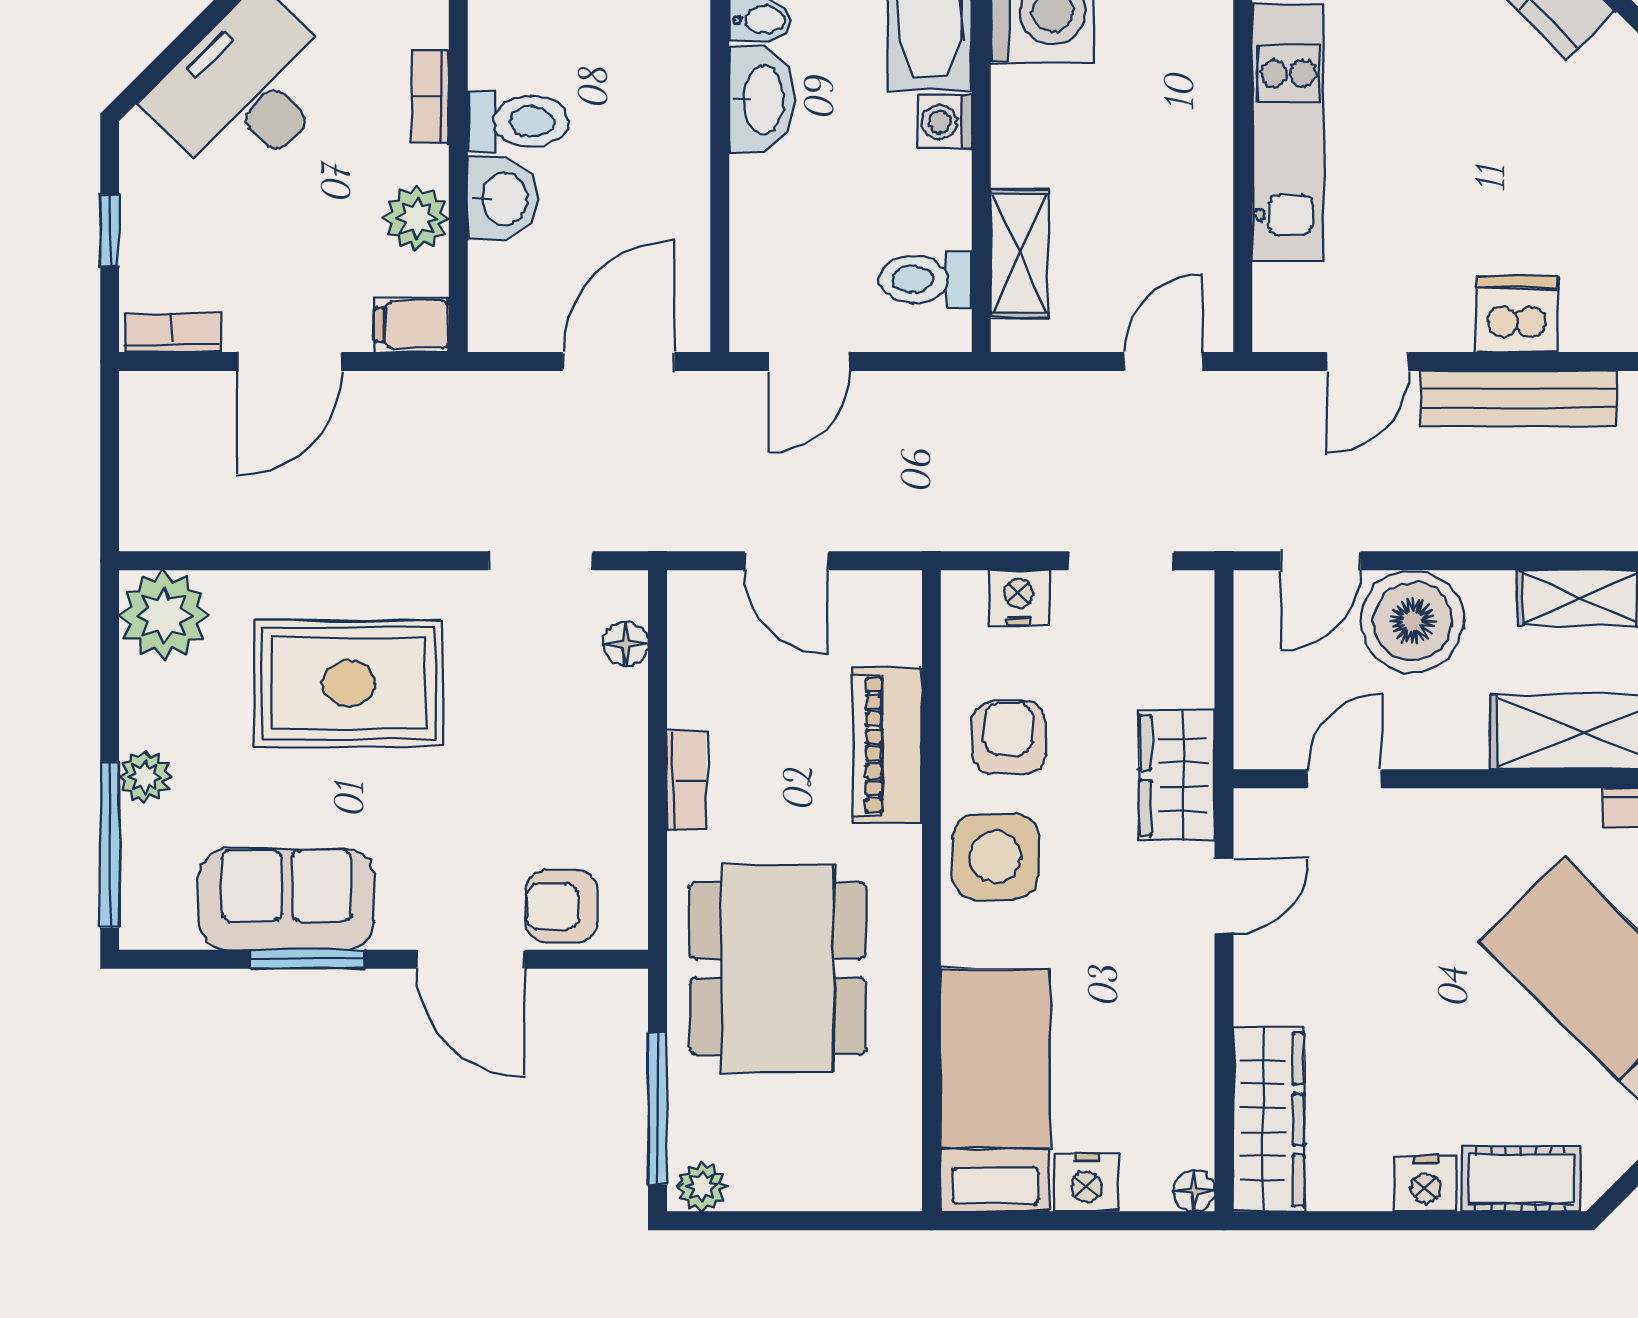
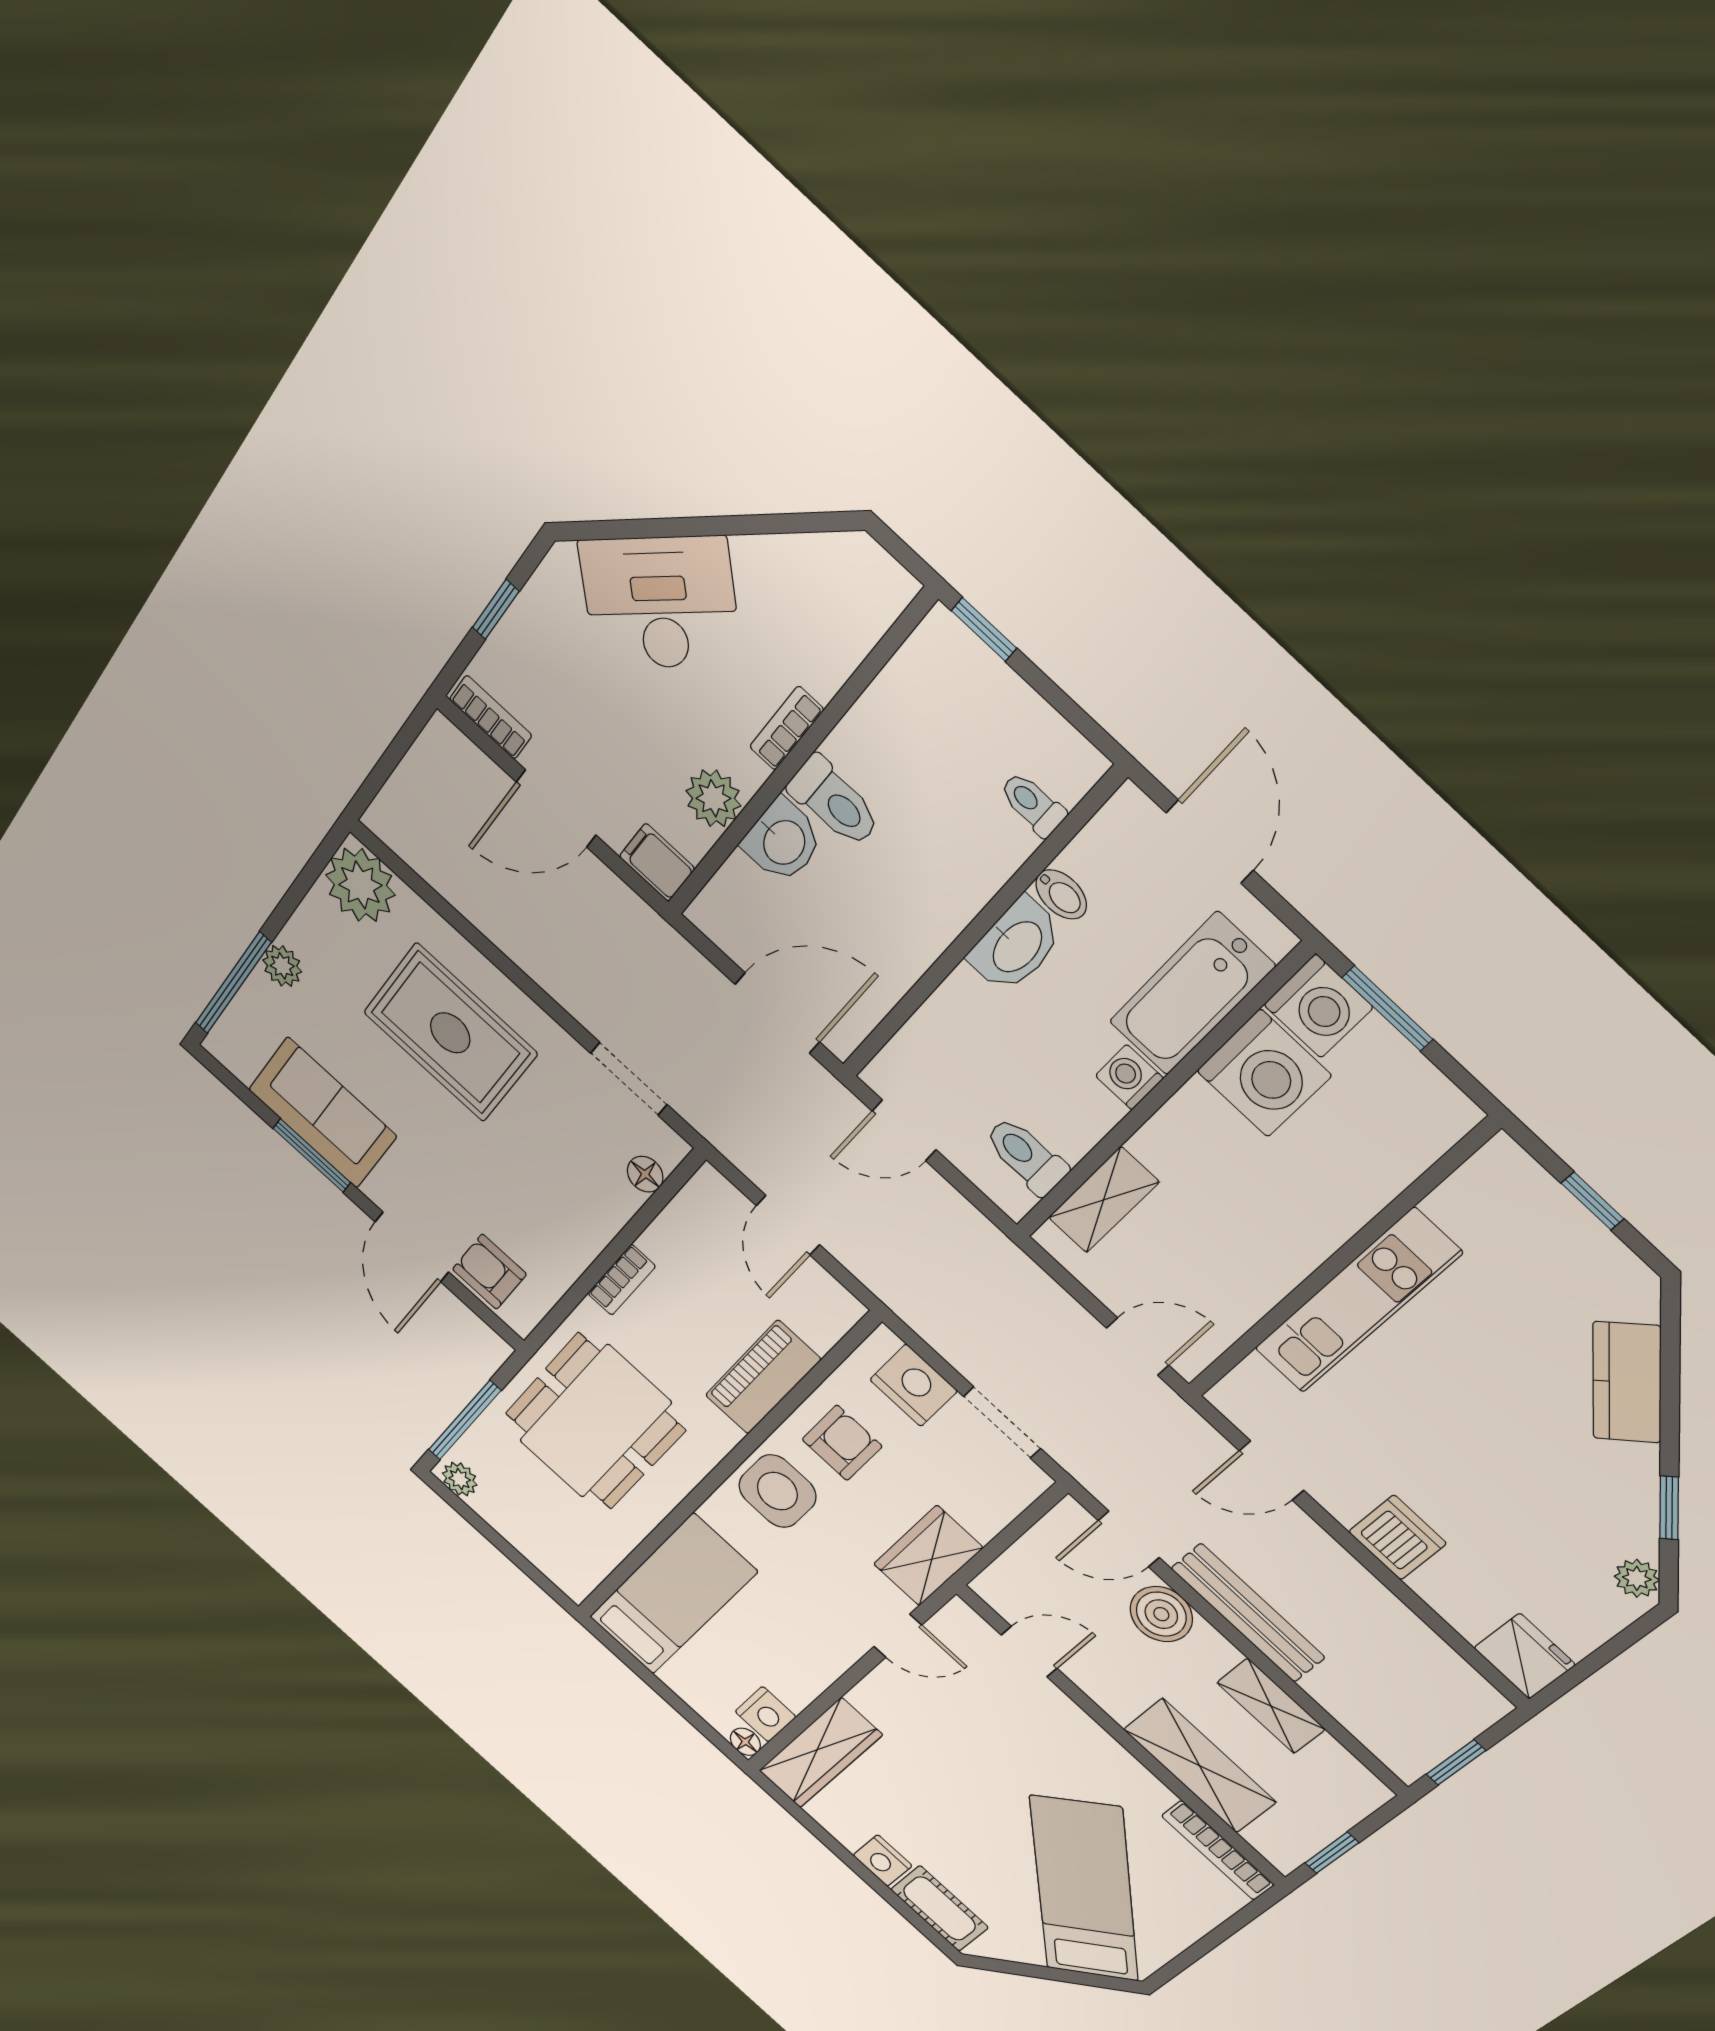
bench: (1519, 398) -> (1248, 1613), moved
nightstand: (1019, 598) -> (913, 1385), width x1.36, depth x1.33
boiler: (1413, 621) -> (1161, 1614), width x0.73, depth x0.73
nightstand: (1087, 1182) -> (766, 1714), moved, turned -90

